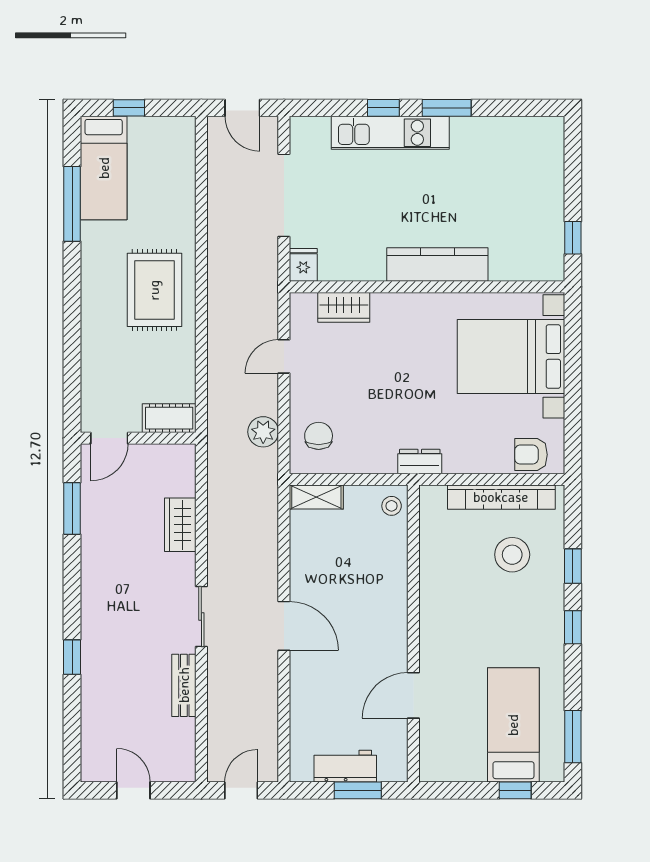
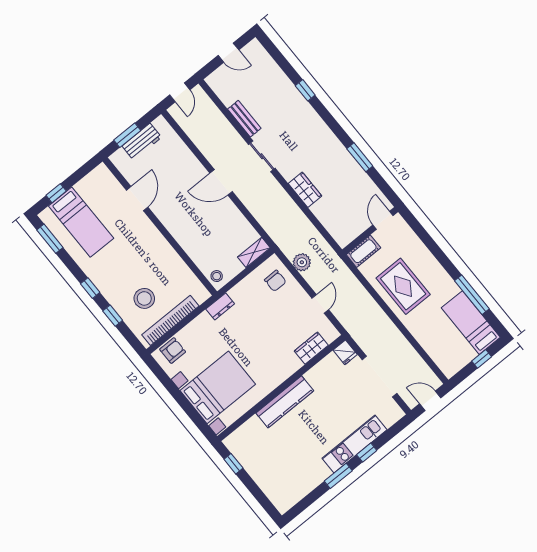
cot: (169, 418) -> (363, 251), moved
door: (109, 438) -> (383, 220), moved
wall: (138, 438) -> (370, 231), moved

